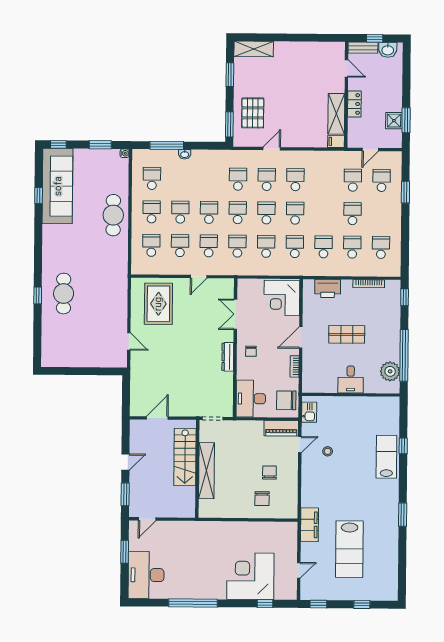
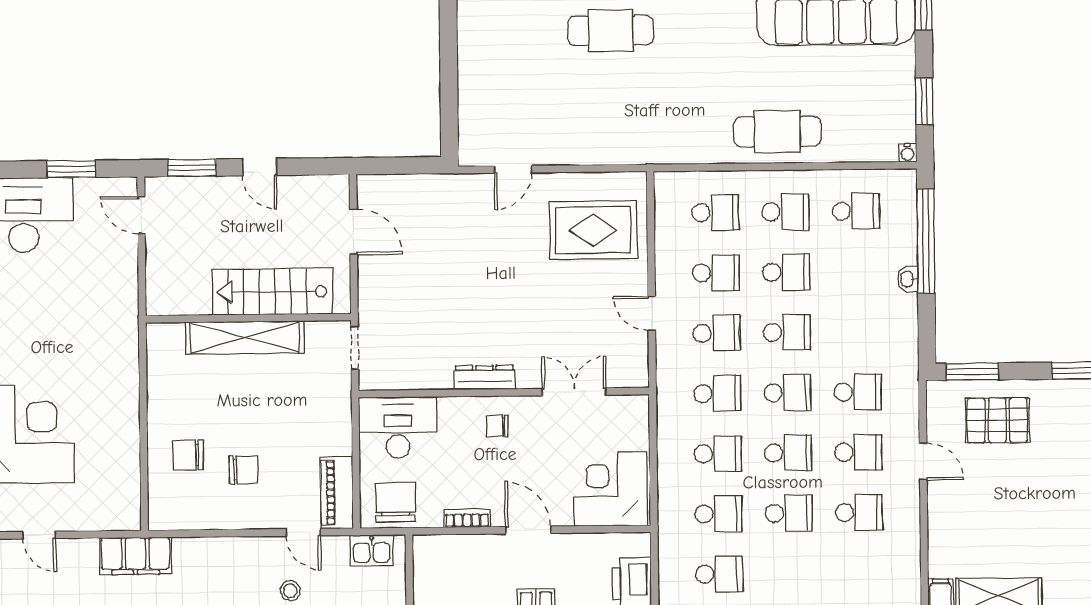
window: (167, 145) -> (926, 241), width x1.46

